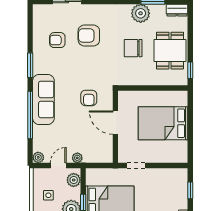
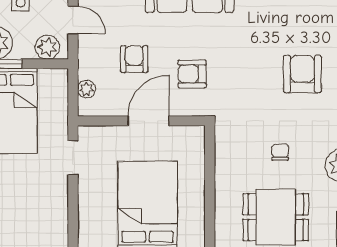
armchair: (57, 40) -> (134, 59), moved
chair: (133, 48) -> (280, 152), width x0.54, depth x0.54
plant: (77, 158) -> (86, 89), moved

